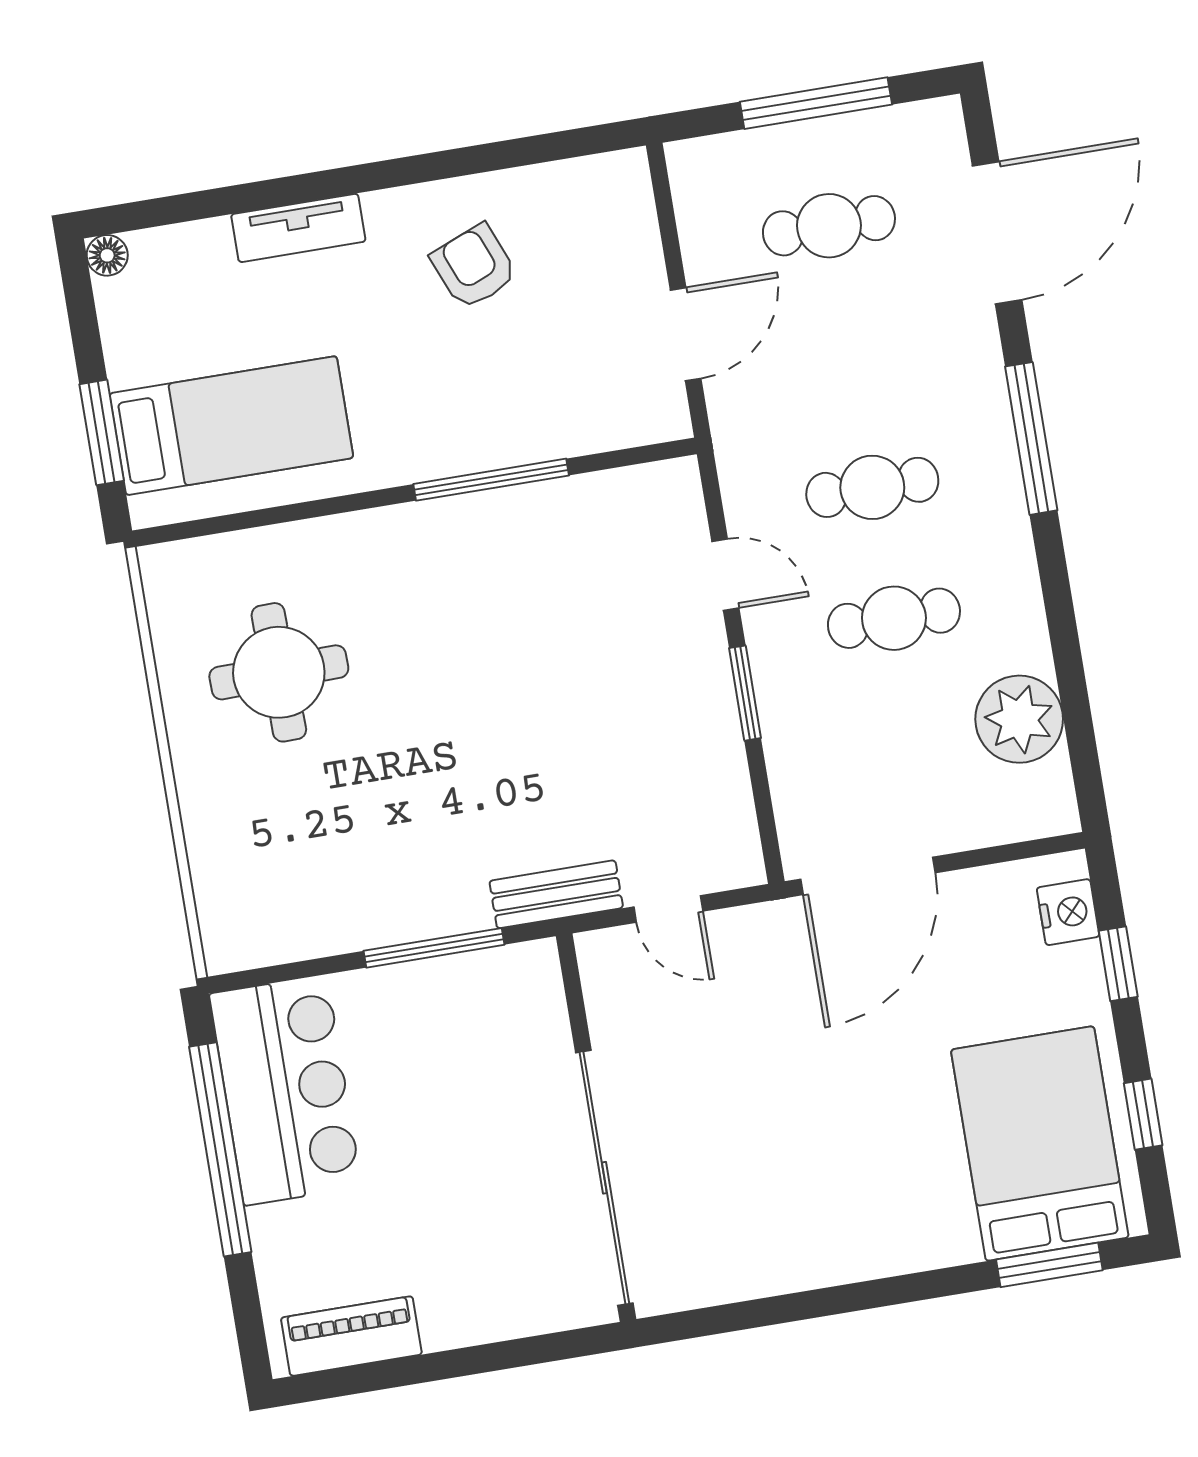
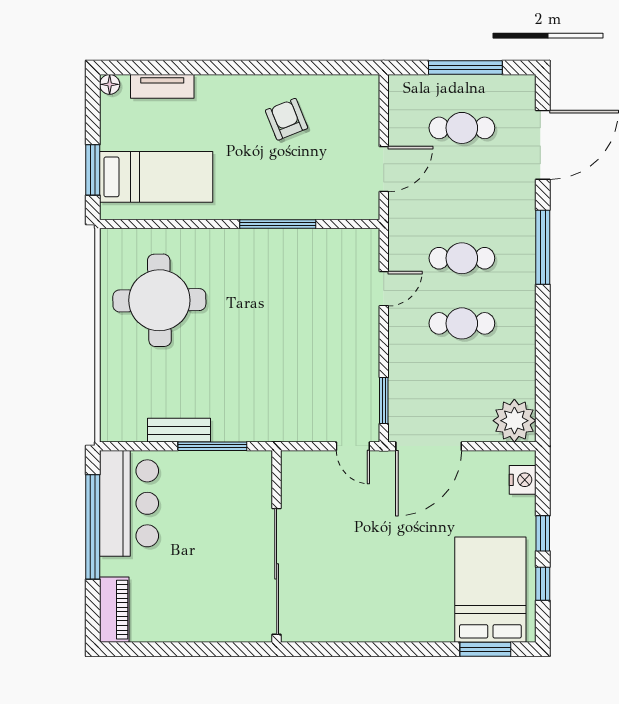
tv unit: (298, 228) -> (162, 86), moved
door: (725, 575) -> (384, 289), hinge flipped
round table: (279, 672) -> (159, 300), width x1.36, depth x1.36
window: (745, 693) -> (384, 401), moved
plant: (1019, 719) -> (514, 421), moved
bench: (556, 894) -> (179, 430), moved
door: (668, 909) -> (353, 446), moved
window: (1118, 964) -> (543, 533), moved
piano: (351, 1336) -> (114, 610), moved, turned 90

